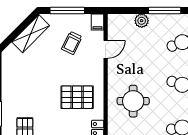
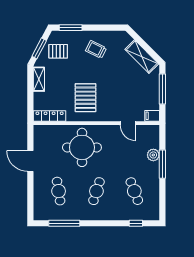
window: (165, 10) -> (162, 164), moved
trolley: (72, 43) -> (96, 49), moved
round table: (133, 101) -> (82, 147), width x1.36, depth x1.36

